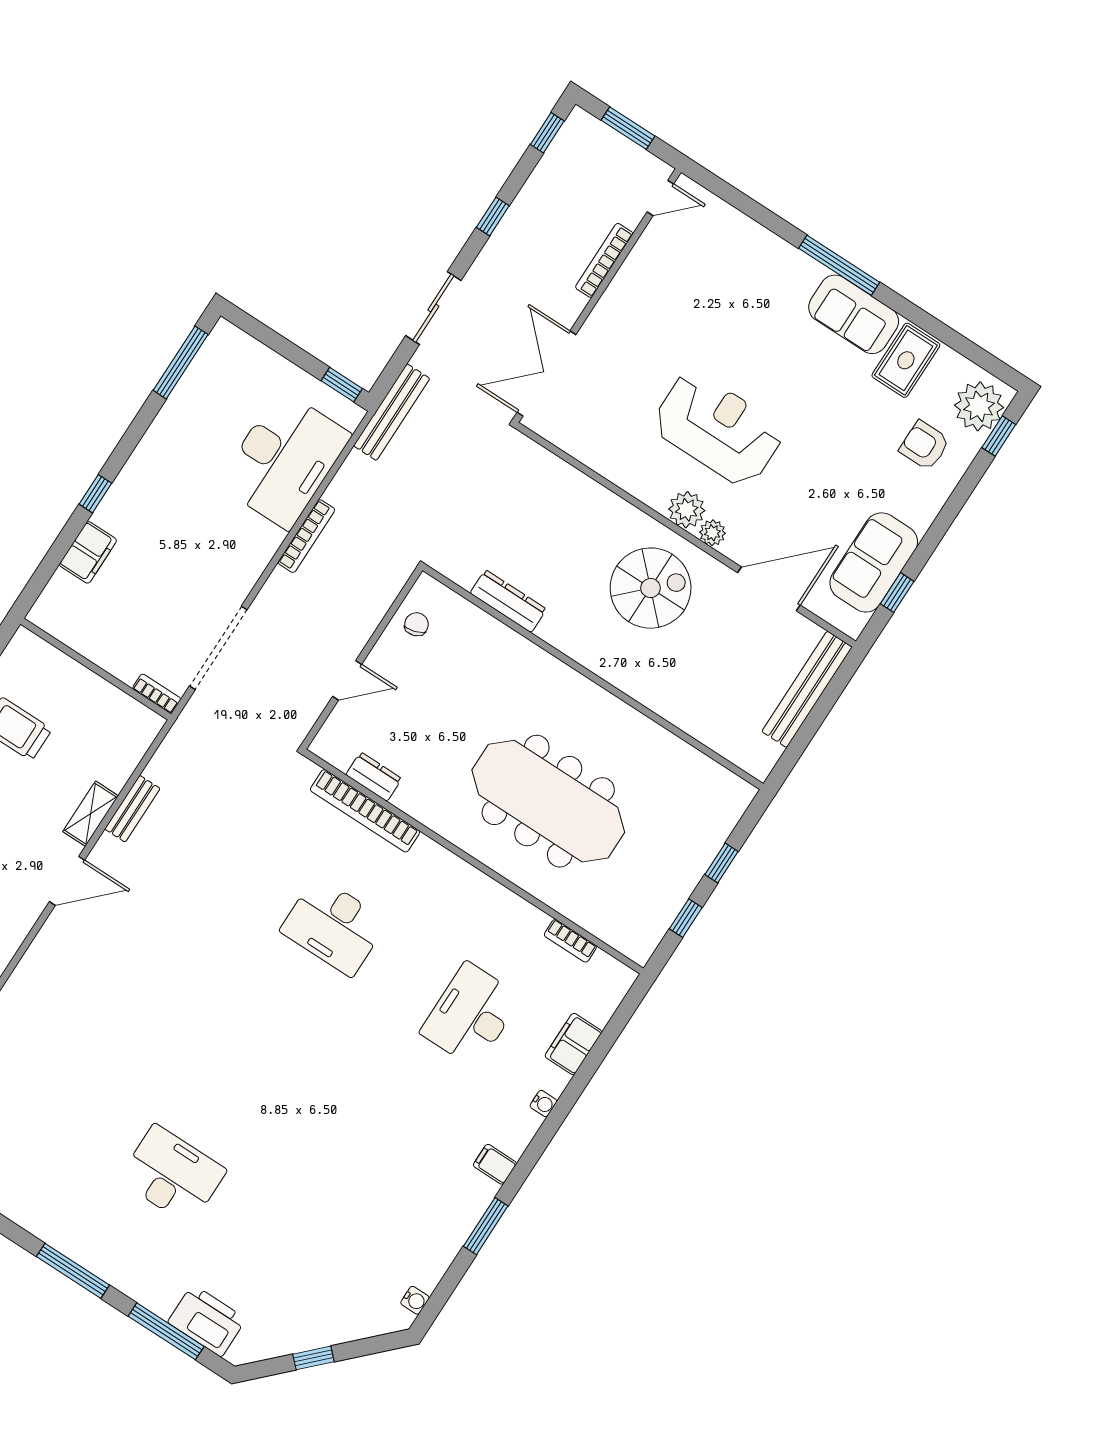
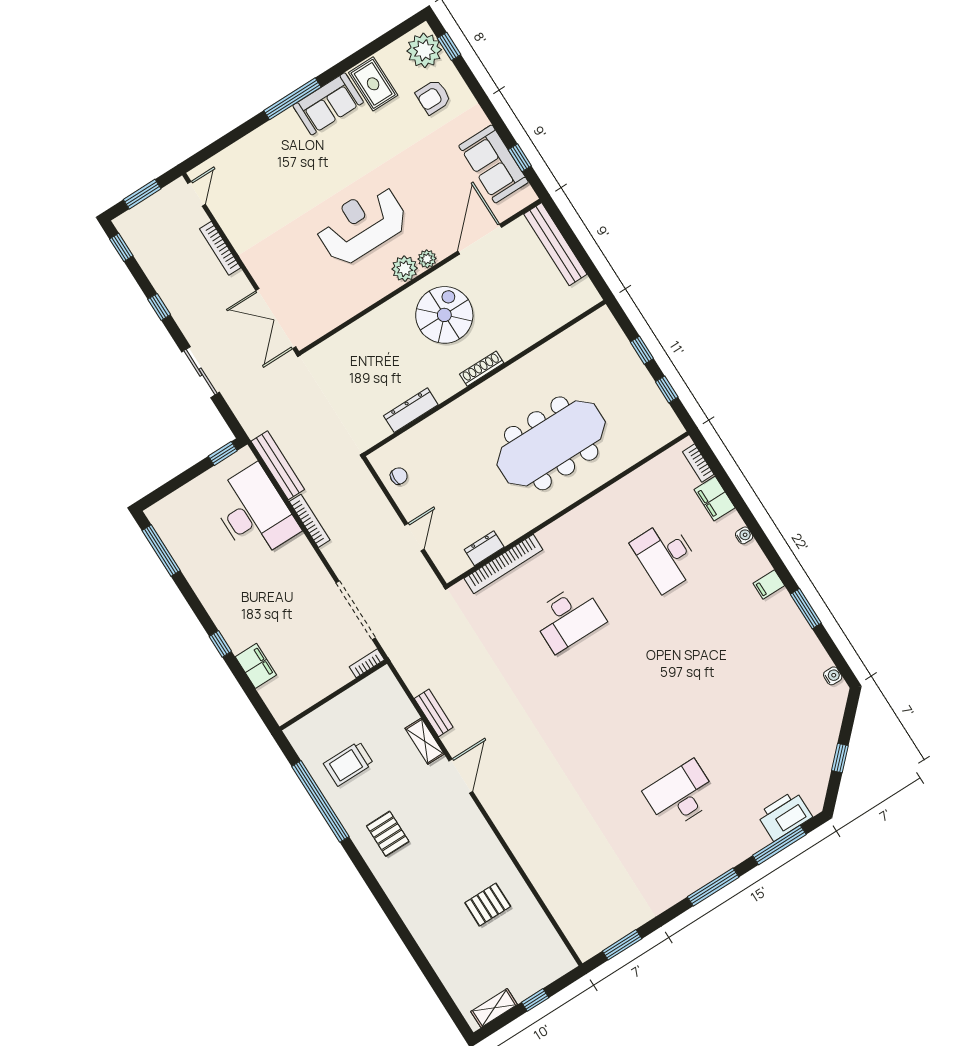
bench: (392, 412) -> (278, 465), moved
chair: (416, 624) -> (399, 476), turned 107
shoe rack: (603, 668) -> (482, 369), added
bookcase: (570, 941) -> (698, 463), moved, turned 90

